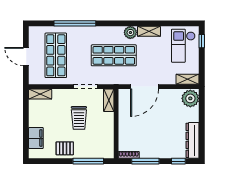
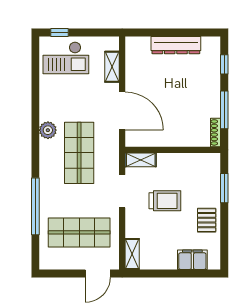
shelving: (149, 31) -> (46, 105), removed
door: (26, 56) -> (98, 273), moved
shelving: (188, 79) -> (112, 67), moved
plant: (190, 98) -> (138, 48), removed
dresser: (193, 140) -> (176, 45), moved
window: (88, 161) -> (224, 188), width x0.69

